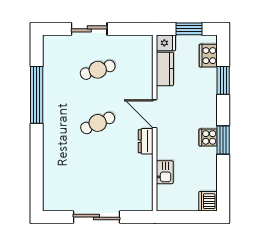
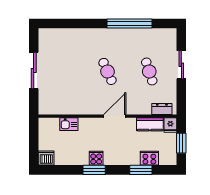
cooker: (208, 56) -> (149, 158), moved
dresser: (146, 141) -> (162, 109), moved

